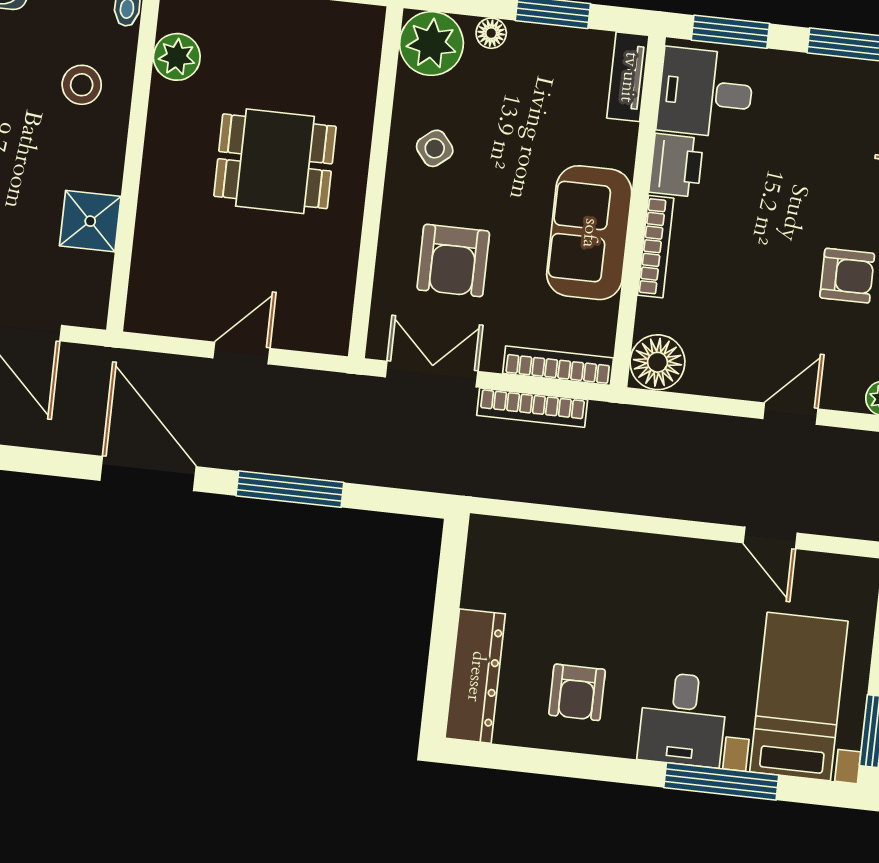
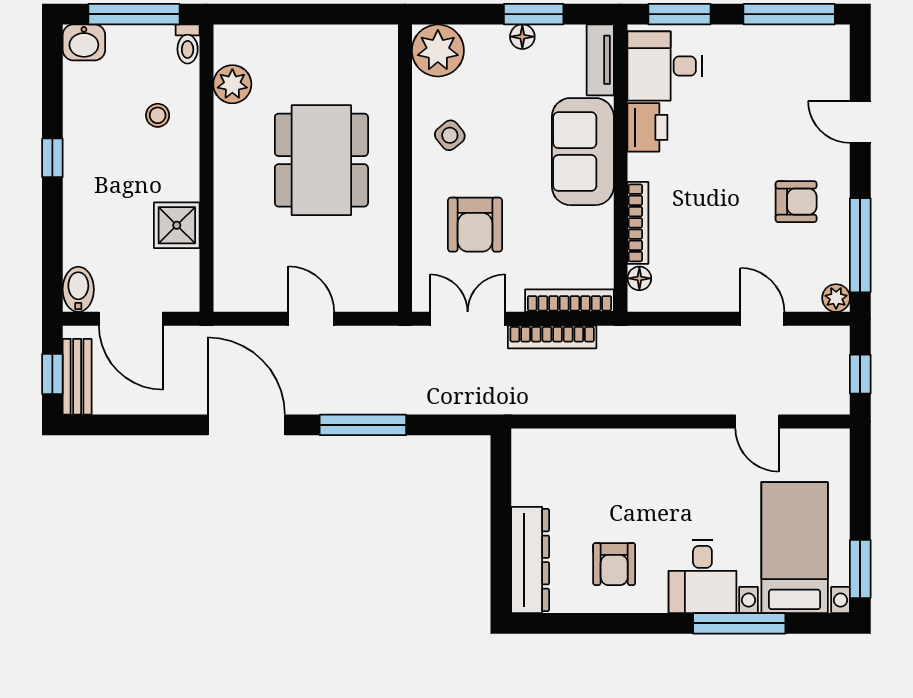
floor lamp: (491, 33) -> (522, 37), moved
stool: (82, 85) -> (158, 115), width x0.73, depth x0.73
dining table: (275, 161) -> (321, 160), width x1.38
sofa: (589, 233) -> (583, 152), moved
bookcase: (656, 247) -> (638, 223), moved
door: (241, 353) -> (311, 319), hinge flipped
floor lamp: (657, 362) -> (639, 278), width x0.53, depth x0.53
door: (790, 414) -> (762, 319), hinge flipped

